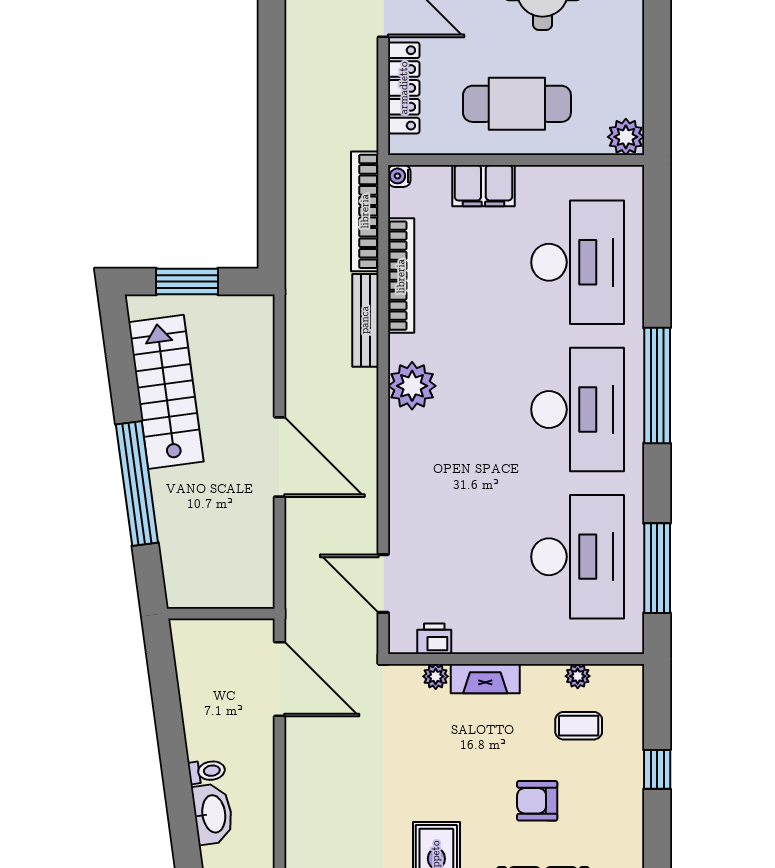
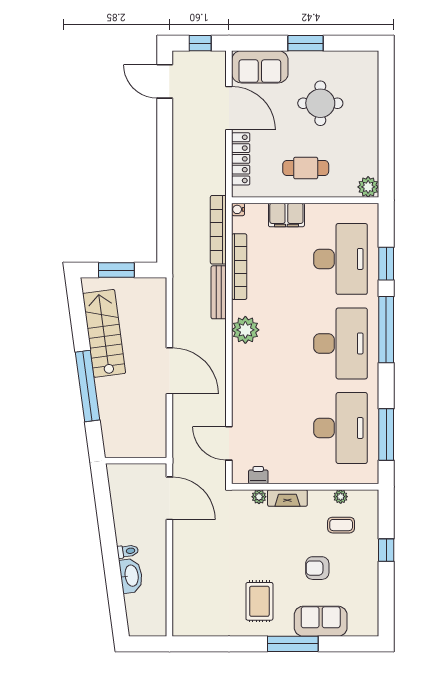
cafe table: (517, 104) -> (306, 168), width x0.73, depth x0.74
window: (657, 270) -> (386, 264), added

